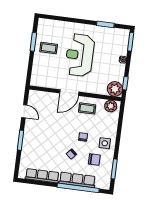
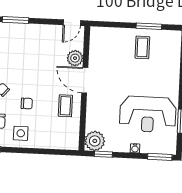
reception desk: (80, 55) -> (148, 114), moved, turned 180
plant: (111, 106) -> (75, 58), moved
door: (24, 111) -> (72, 23), moved

